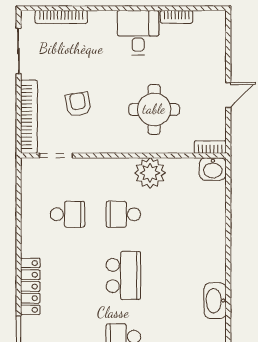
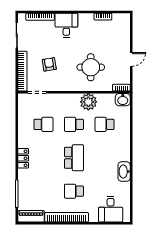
desk: (138, 33) -> (66, 25), moved
school desk: (179, 214) -> (104, 124), added
locker: (30, 286) -> (23, 158), width x0.66

